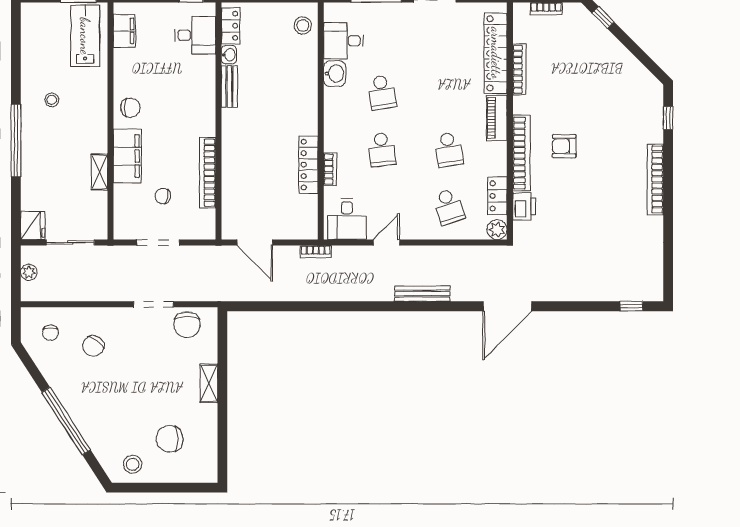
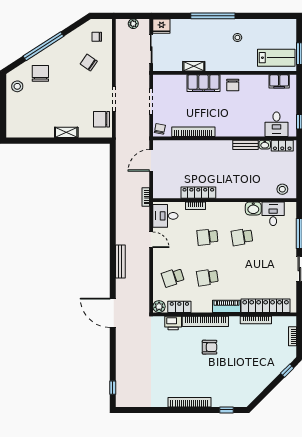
armchair: (564, 146) -> (210, 347), turned 90
chair: (163, 196) -> (160, 129), moved
chair: (170, 439) -> (40, 73), moved

